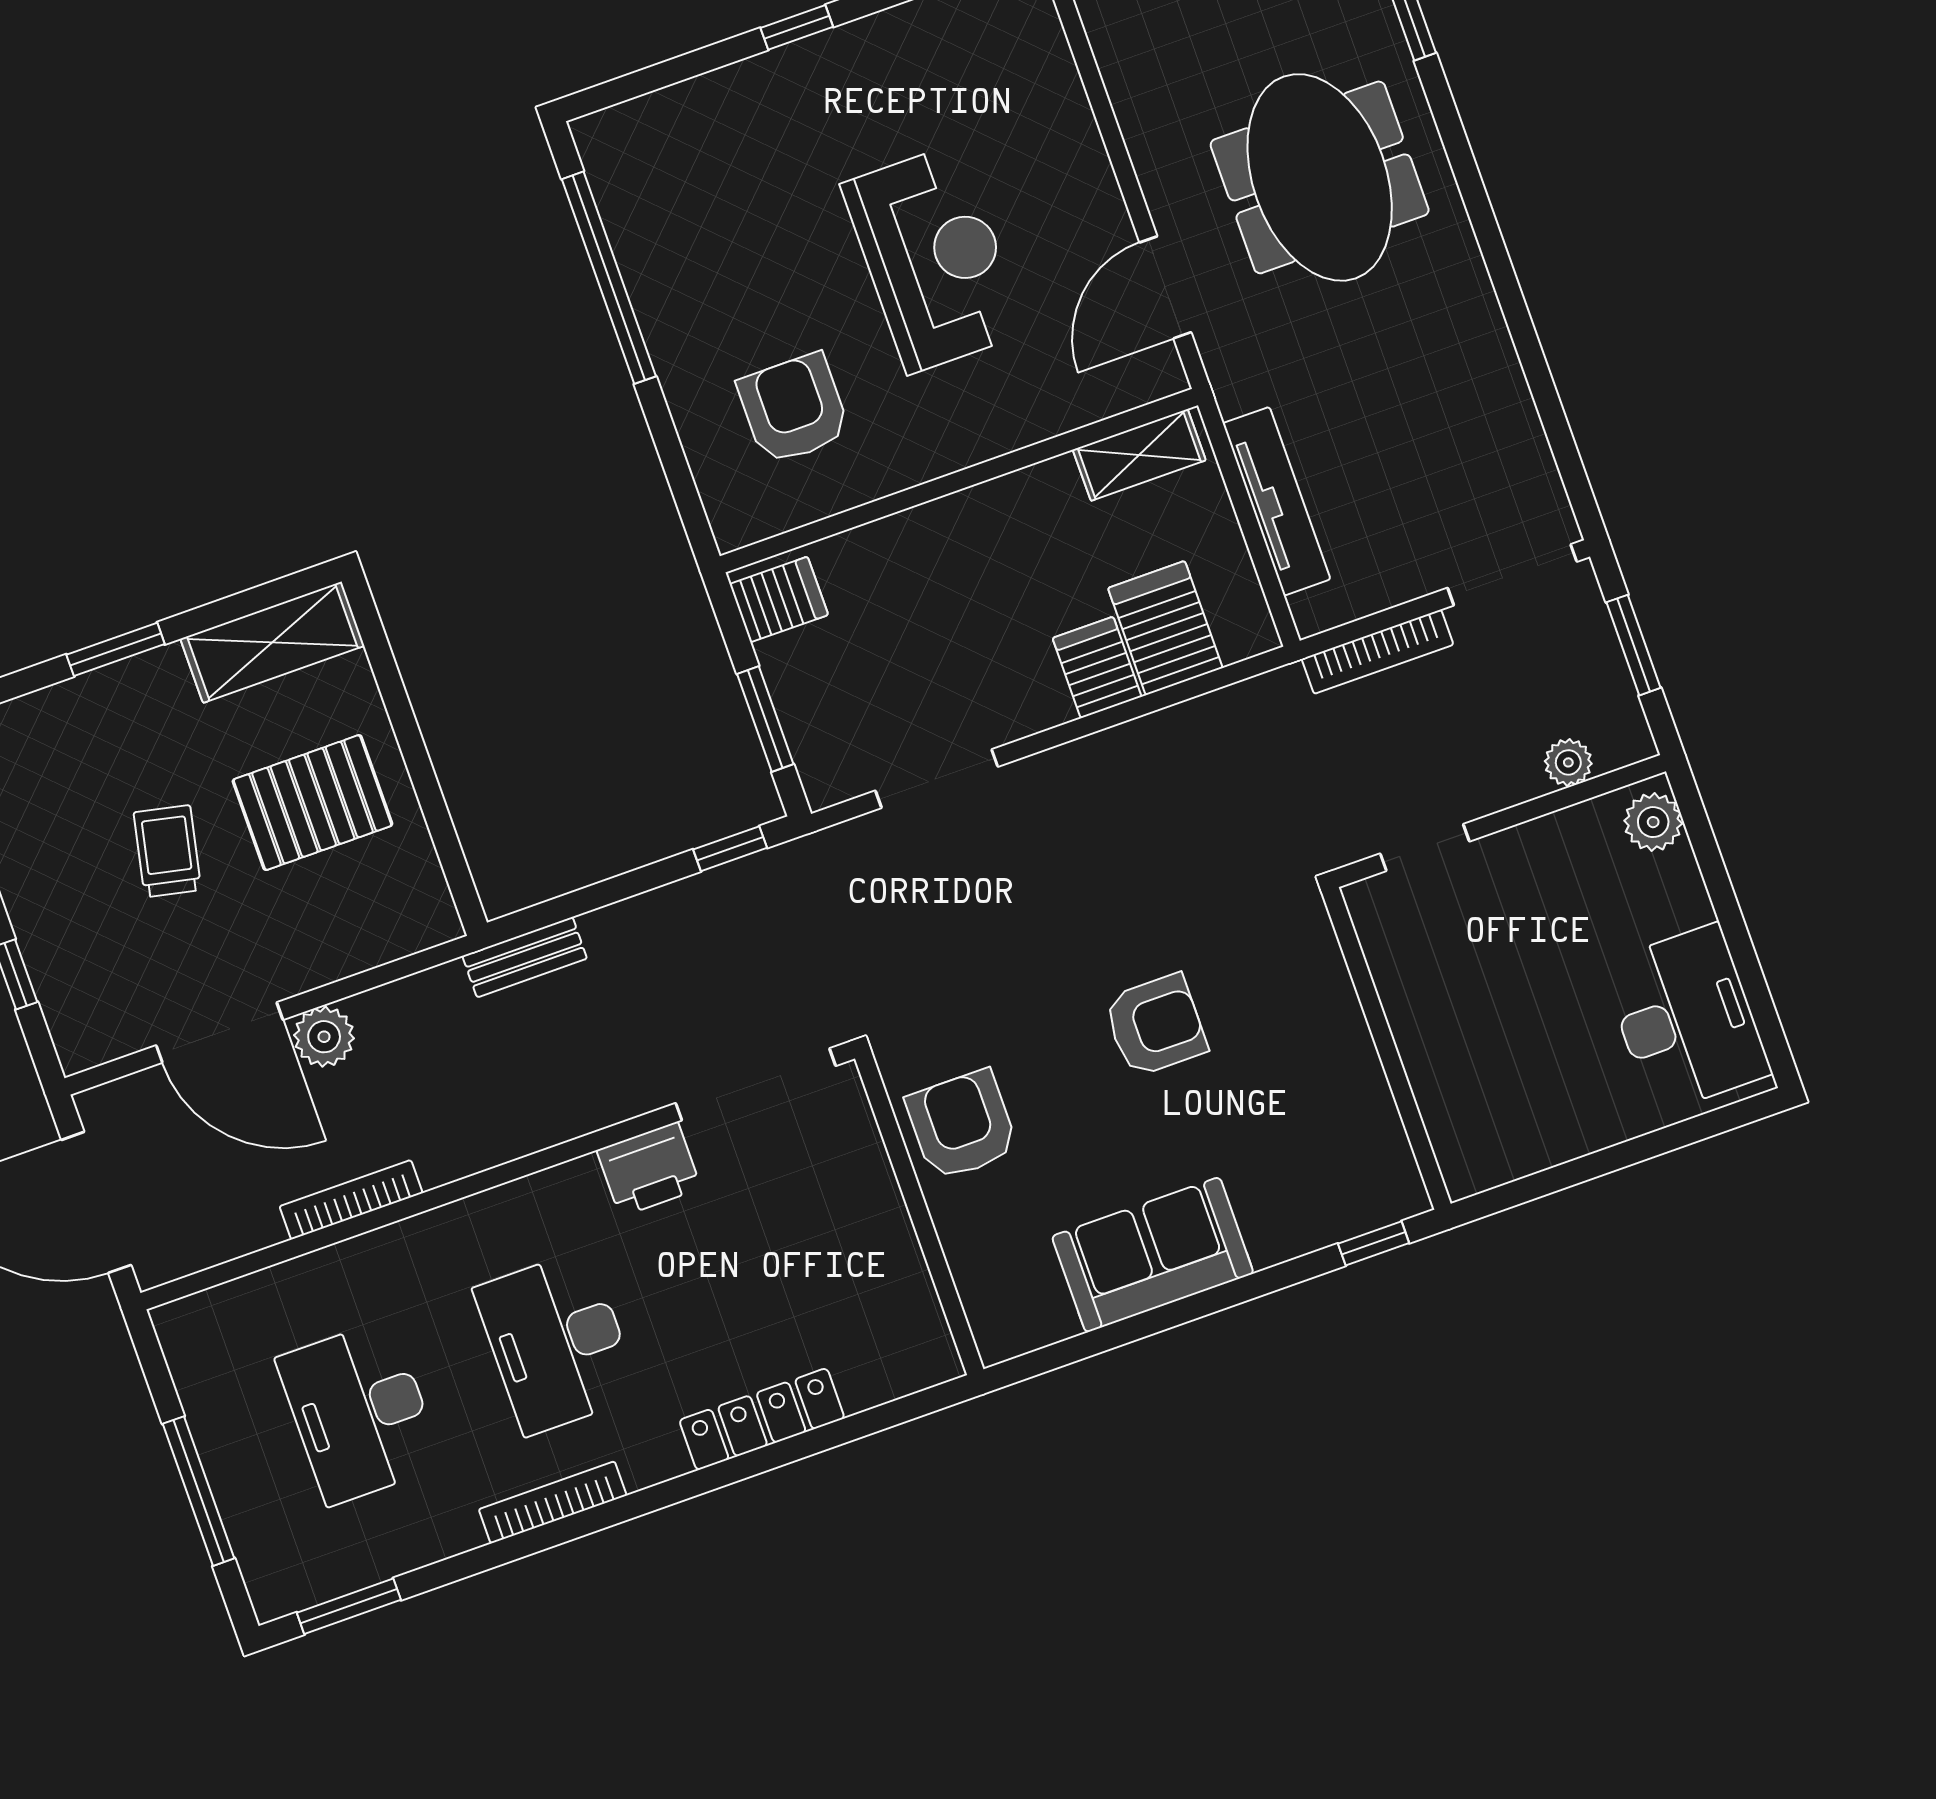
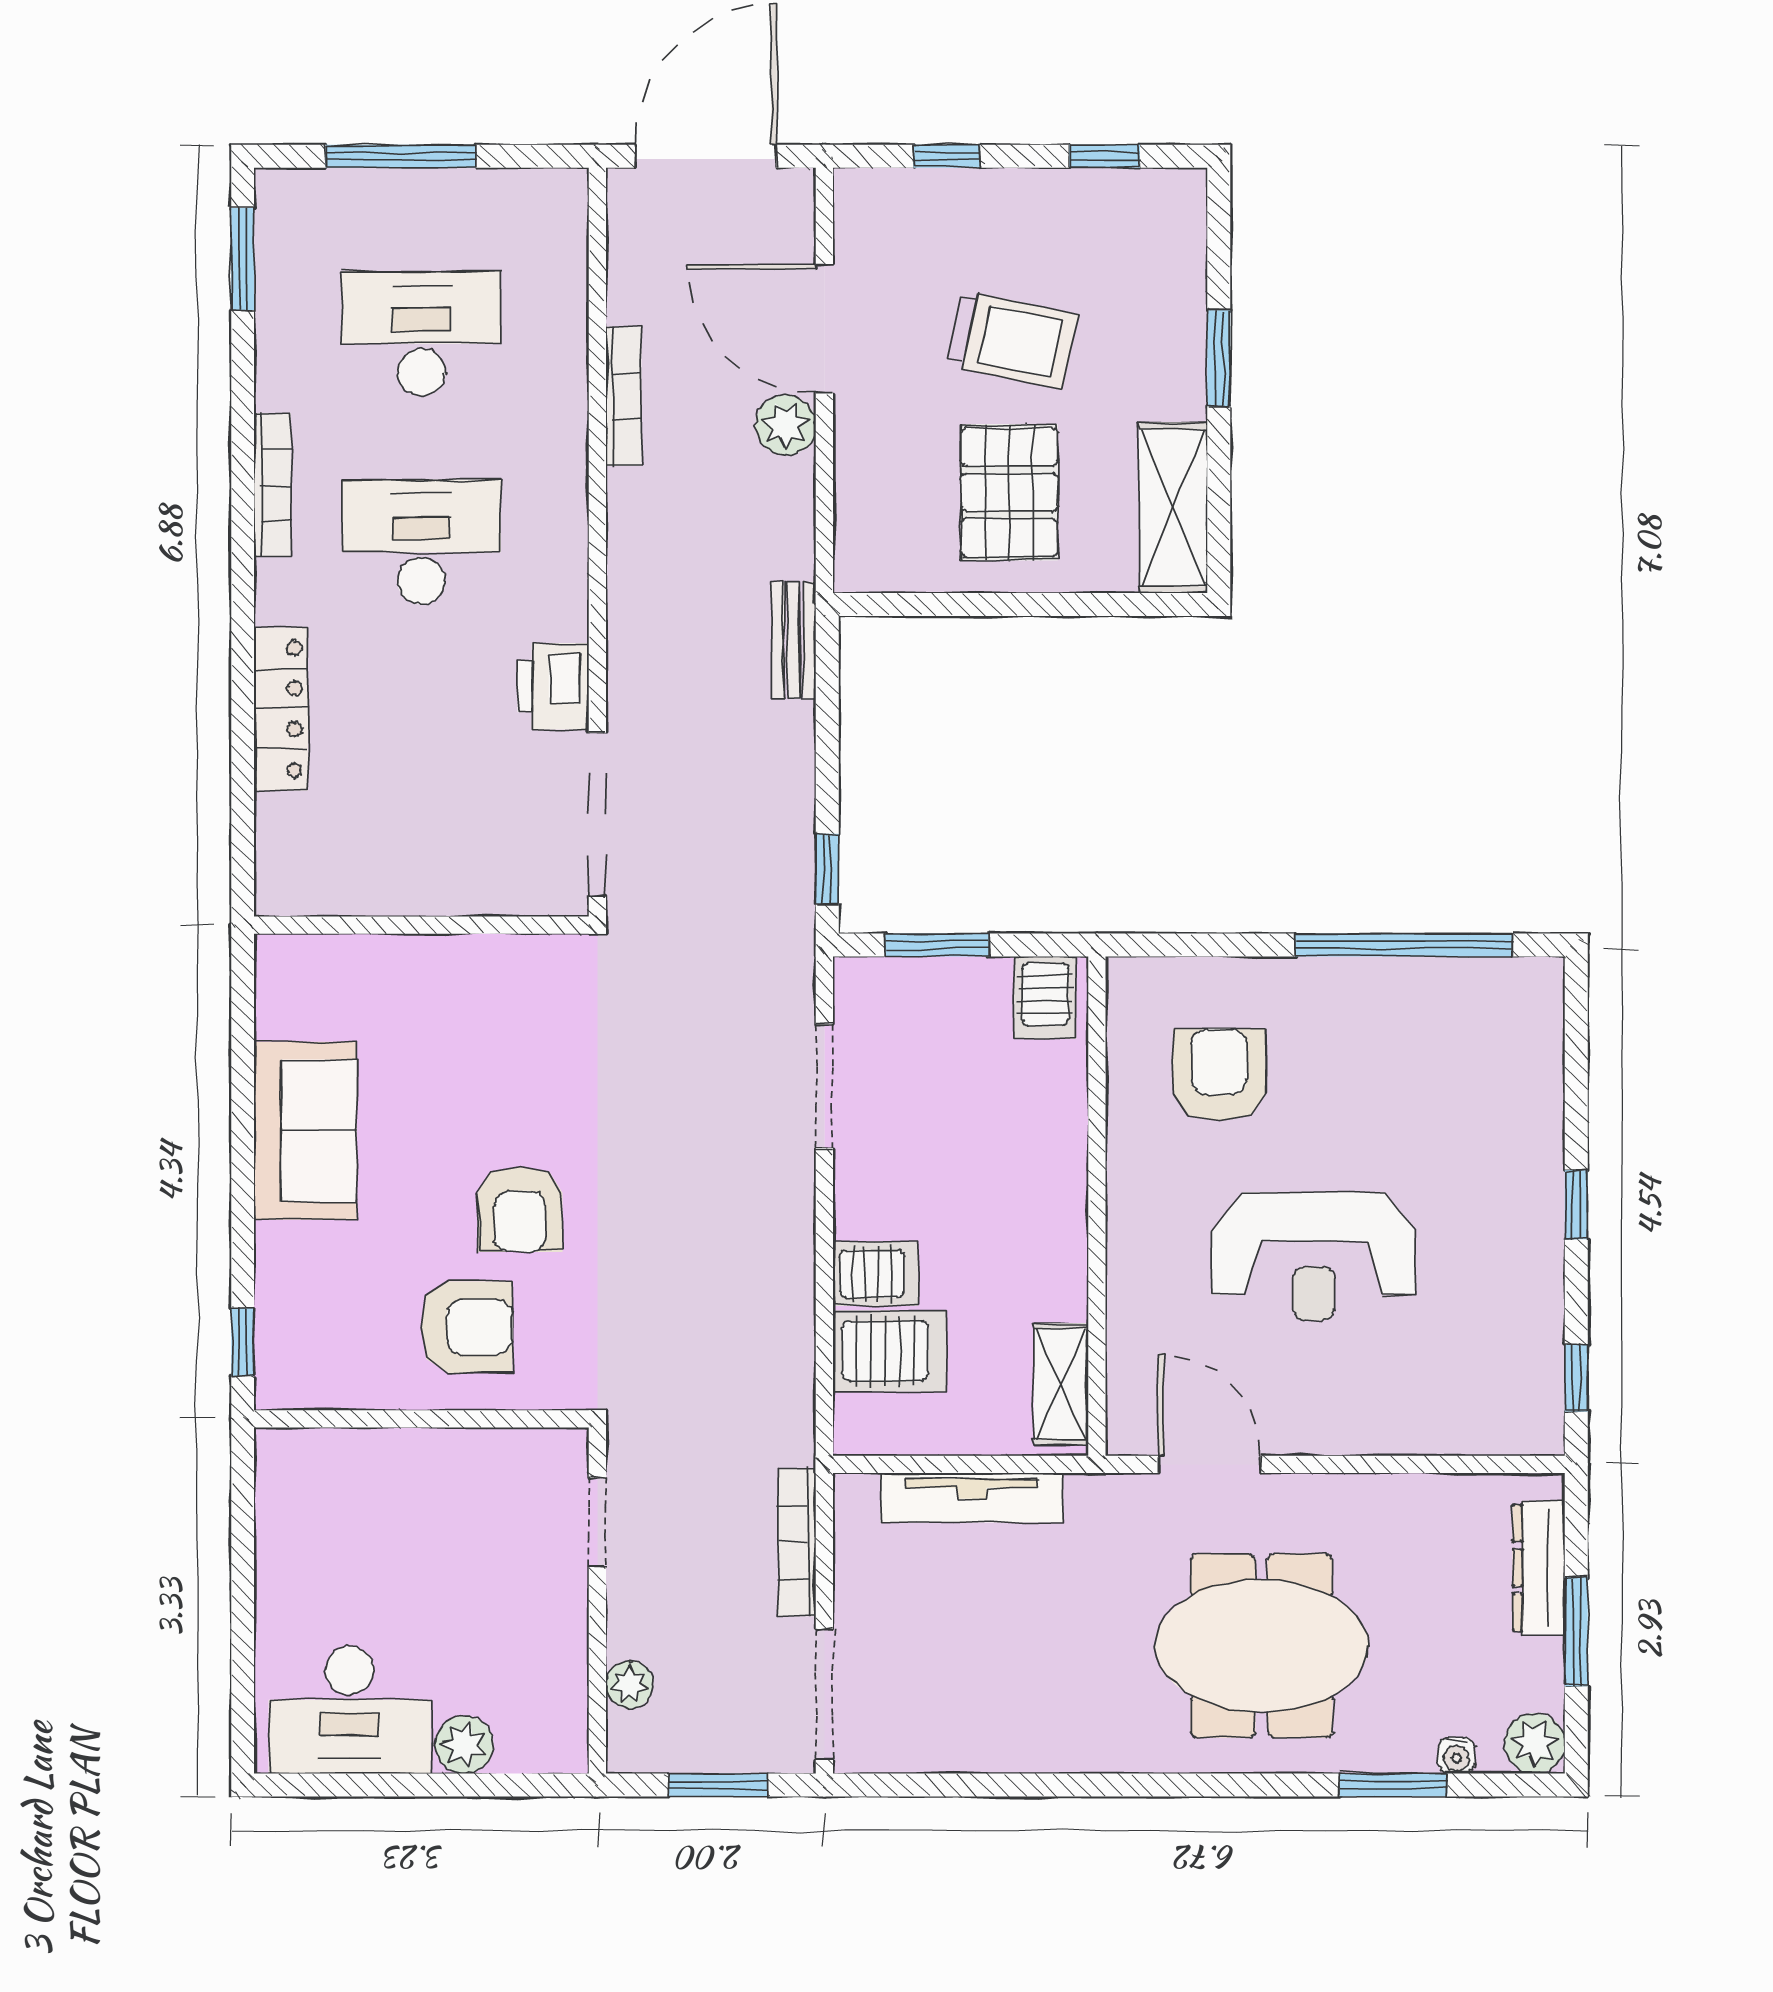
armchair: (794, 409) -> (1219, 1075), turned -90
plant: (1653, 822) -> (464, 1745), moved
trolley: (167, 851) -> (1012, 340), width x1.36, depth x1.39
door: (219, 1033) -> (824, 328), hinge flipped
armchair: (962, 1125) -> (467, 1327), moved

